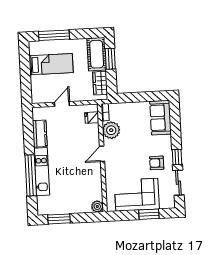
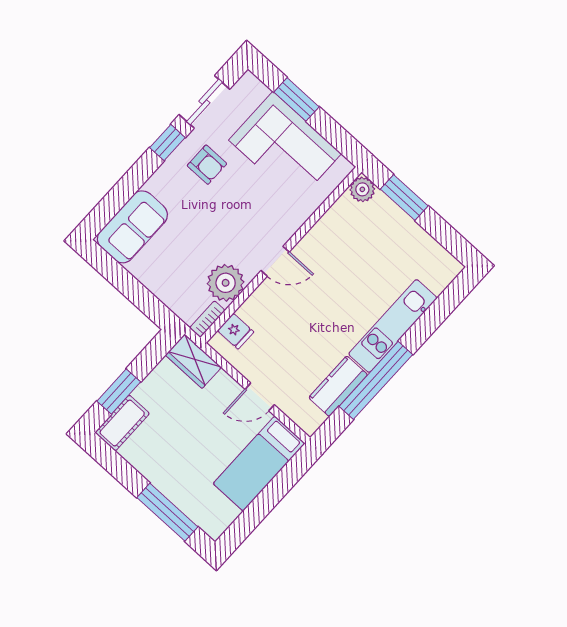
cot: (97, 54) -> (122, 423), width x0.73, depth x0.75
bed: (51, 64) -> (259, 464), moved, turned -90
wardrobe: (100, 83) -> (193, 361), moved, turned 90
window: (31, 175) -> (376, 380), moved
window: (59, 219) -> (404, 197), moved

